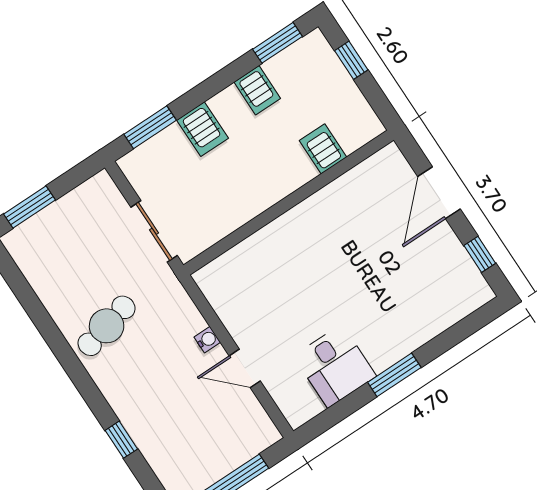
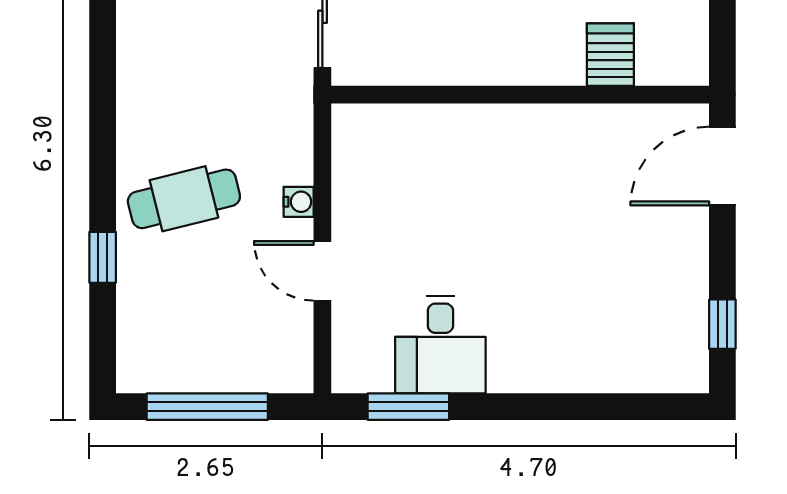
door: (439, 193) -> (722, 166), moved
cafe table: (107, 326) -> (184, 199), moved
window: (394, 375) -> (408, 407), moved

